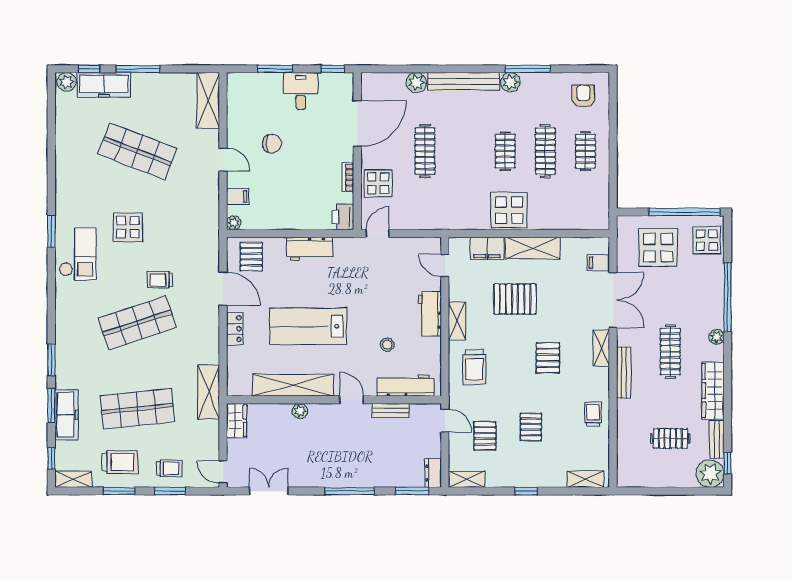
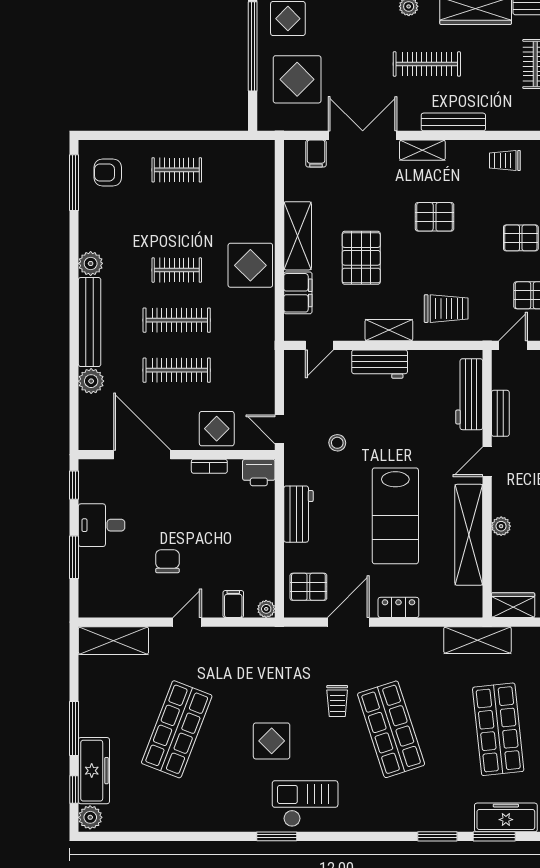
window: (528, 69) -> (74, 183), moved
clothes rail: (545, 151) -> (177, 320), moved
stool: (387, 345) -> (337, 443), moved

